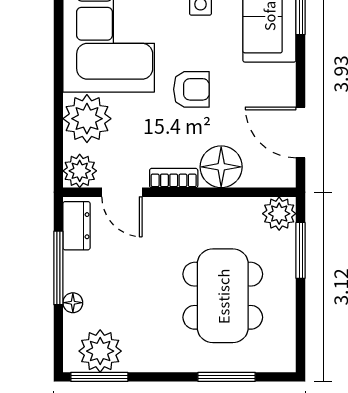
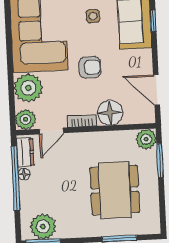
door: (122, 192) -> (51, 131), hinge flipped
window: (58, 268) -> (16, 178), width x1.46
floor lamp: (73, 303) -> (24, 174), moved

